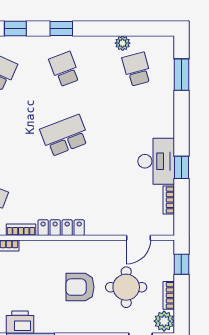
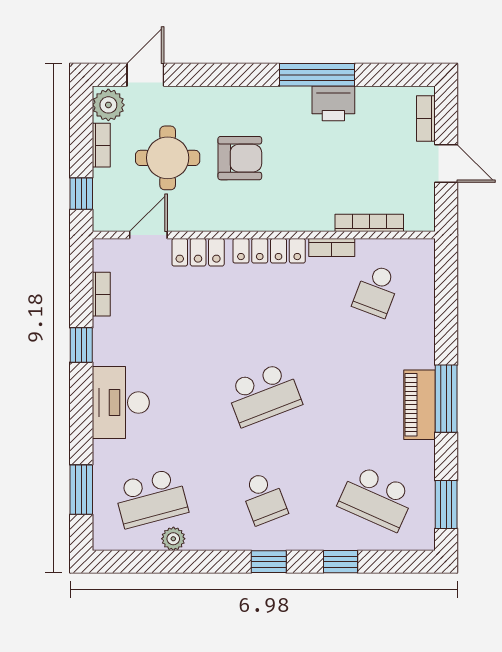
school desk: (137, 69) -> (151, 498), width x1.85
desk: (156, 161) -> (121, 403), moved
locker: (107, 227) -> (198, 252), added

